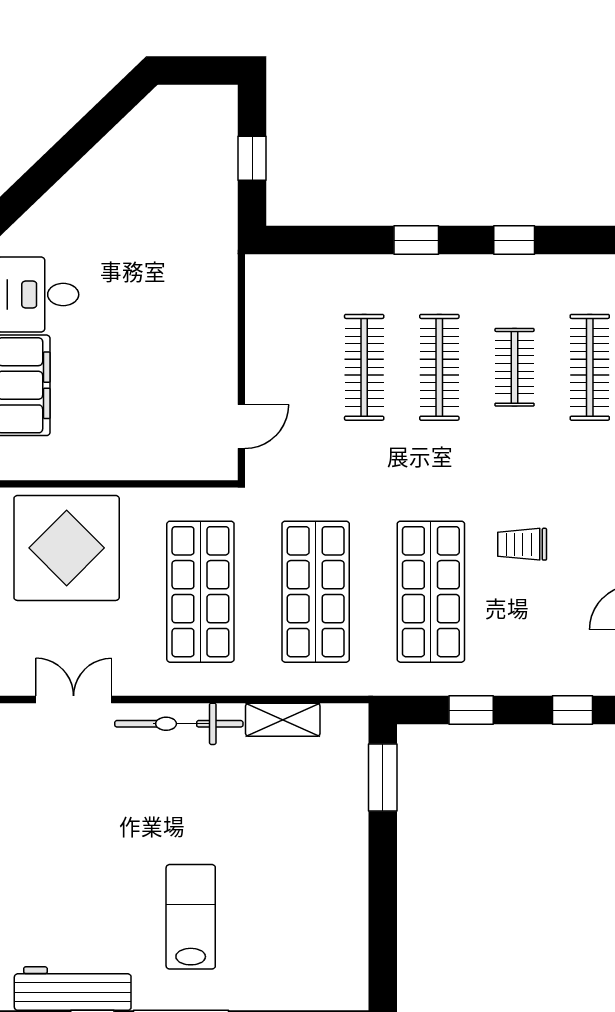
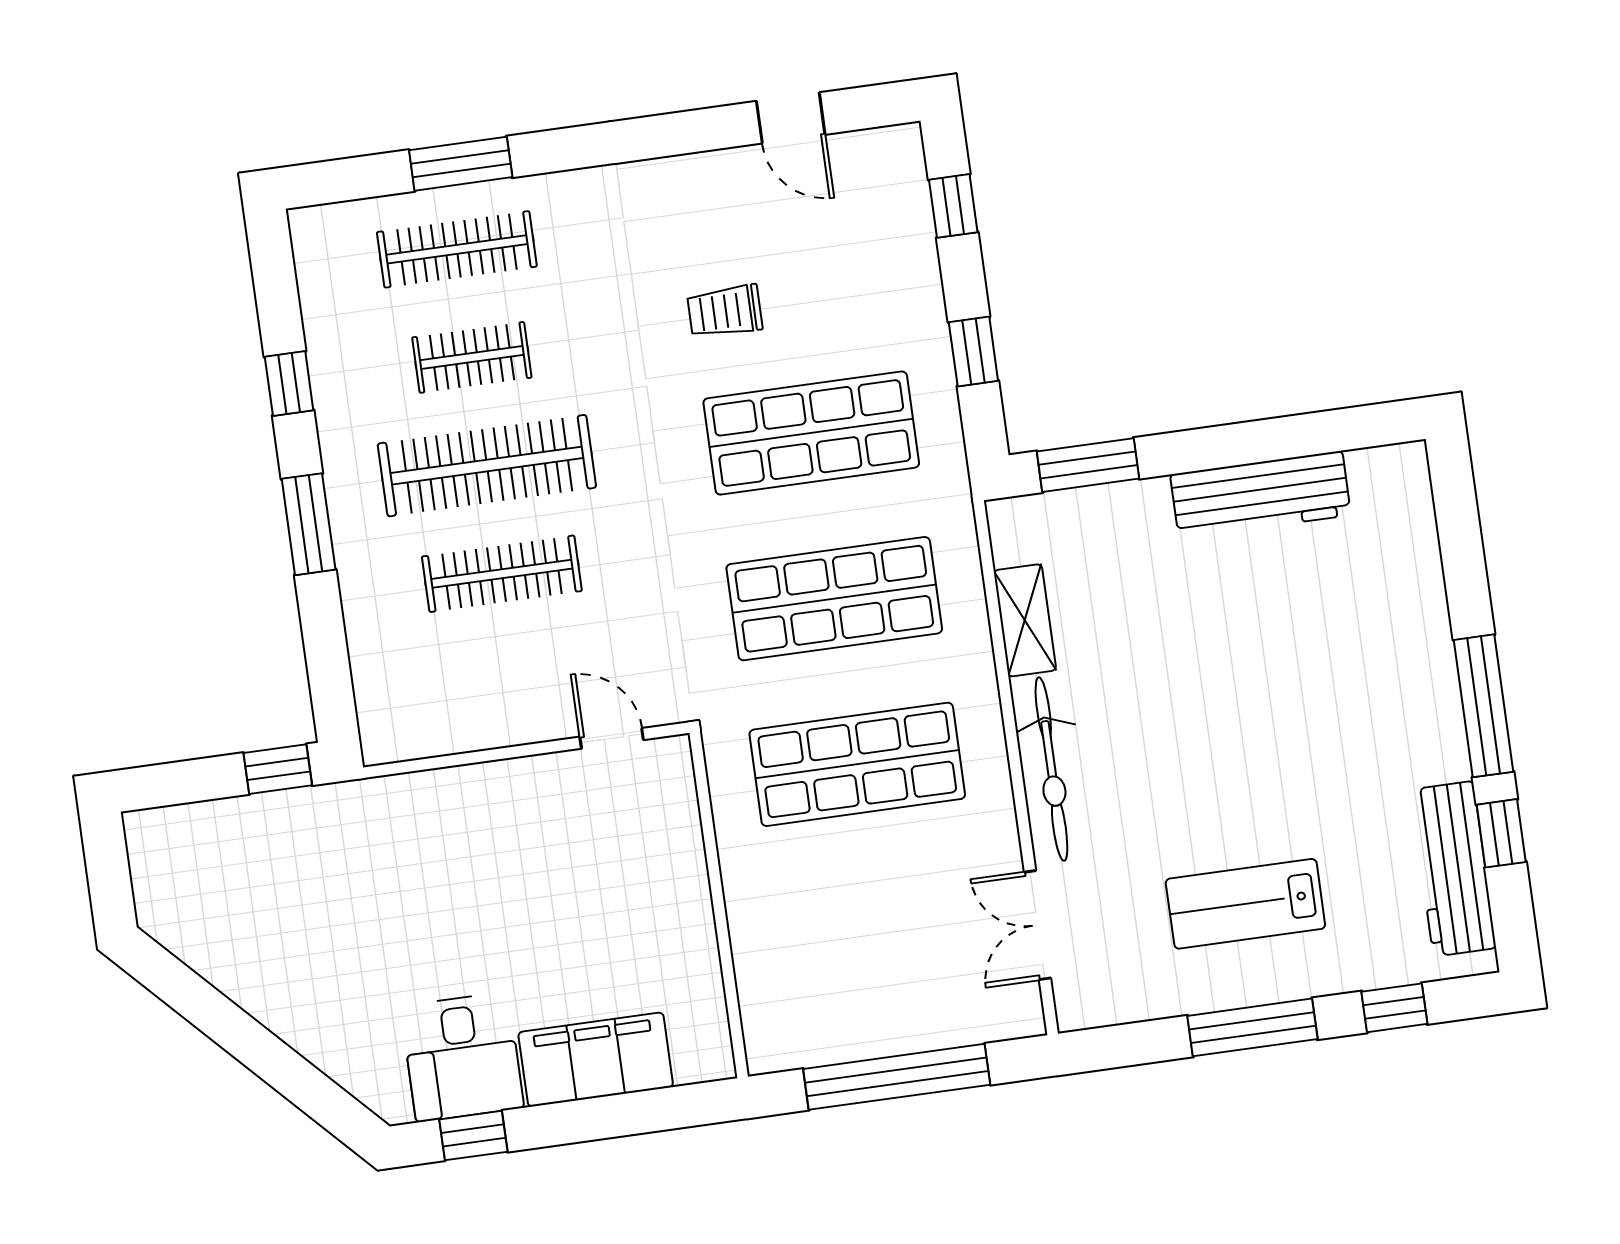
window: (252, 158) -> (278, 769), moved
window: (416, 240) -> (309, 524), width x1.50
clothes rail: (439, 367) -> (487, 466), width x1.37, depth x1.31
trolley: (522, 544) -> (725, 311), turned 90
display table: (67, 548) -> (821, 965), removed
workbench: (346, 892) -> (1261, 495), added
lab bench: (191, 917) -> (1245, 904), moved

